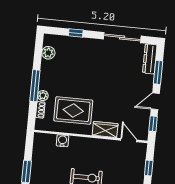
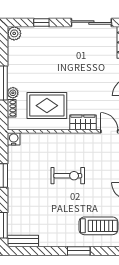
plant: (48, 53) -> (14, 33), moved
water cooler: (62, 141) -> (14, 139), moved

